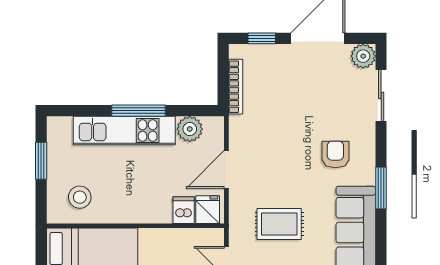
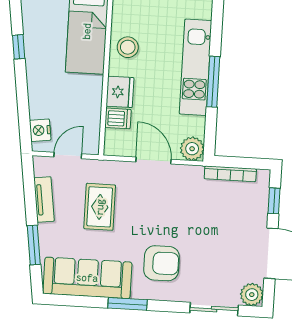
plant: (190, 129) -> (192, 149), moved
armchair: (335, 154) -> (161, 263), width x1.38, depth x1.38
stool: (80, 197) -> (128, 47), moved
fridge: (208, 210) -> (120, 92), moved, width x1.38

